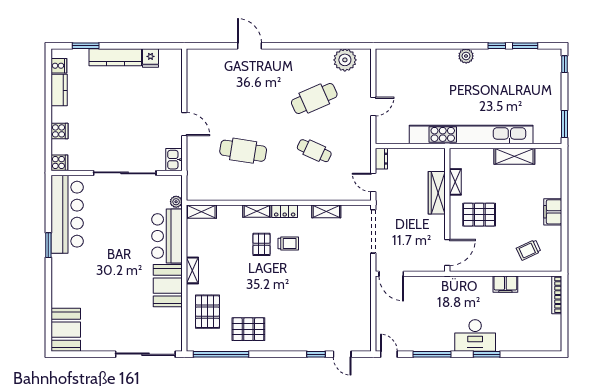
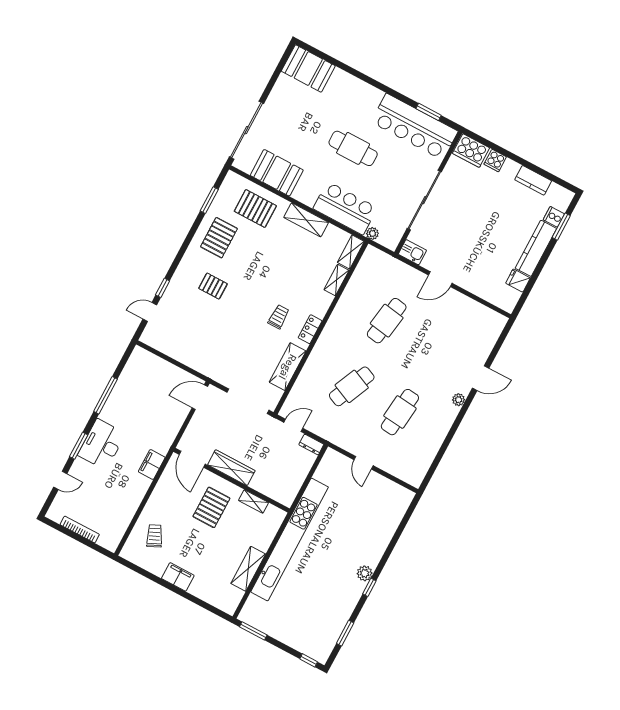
window: (497, 46) -> (369, 587), moved
plant: (345, 60) -> (459, 400), moved, width x0.53, depth x0.53
cooker: (59, 66) -> (554, 217), moved, turned 90
cafe table: (314, 99) -> (400, 412), turned 30
cafe table: (314, 151) -> (352, 386), width x1.37, depth x1.35
cooker: (59, 163) -> (471, 151), width x1.87, depth x1.31
wardrobe: (437, 193) -> (231, 468), moved
shelving: (257, 211) -> (336, 280), moved
shelving: (326, 211) -> (288, 367), width x1.50, depth x1.33
trolley: (288, 243) -> (279, 317), turned 180
pallet: (261, 244) -> (213, 286), moved
window: (48, 245) -> (429, 112), moved
cafe table: (113, 256) -> (353, 148), added
shelving: (192, 270) -> (306, 220), width x1.50, depth x1.33
filing cabinet: (505, 284) -> (152, 465), moved
booth: (168, 286) -> (277, 173), moved
bookcase: (557, 295) -> (80, 529), moved
window: (221, 354) -> (209, 200), width x0.47
door: (389, 354) -> (60, 480), moved

